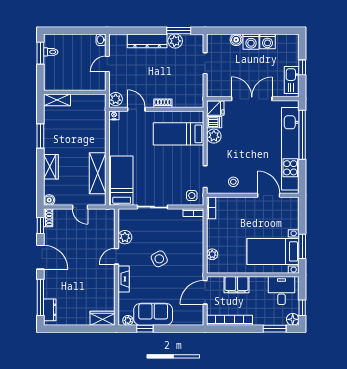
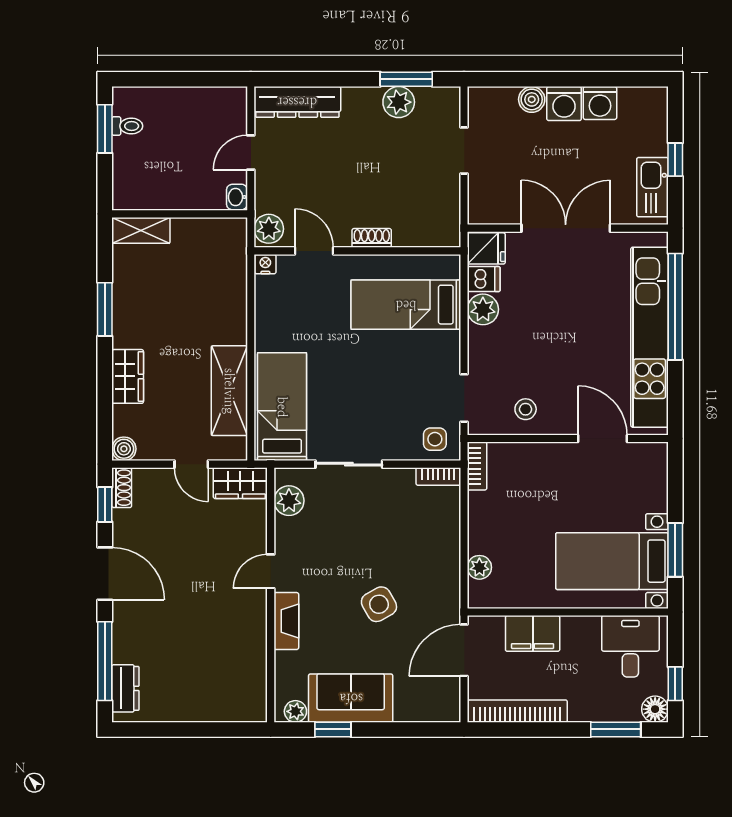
washbasin: (101, 40) -> (237, 197), moved
dresser: (147, 41) -> (297, 102), moved
plant: (125, 237) -> (289, 501), moved
side table: (159, 259) -> (379, 604), moved
wardrobe: (103, 318) -> (240, 483), moved, turned 180

